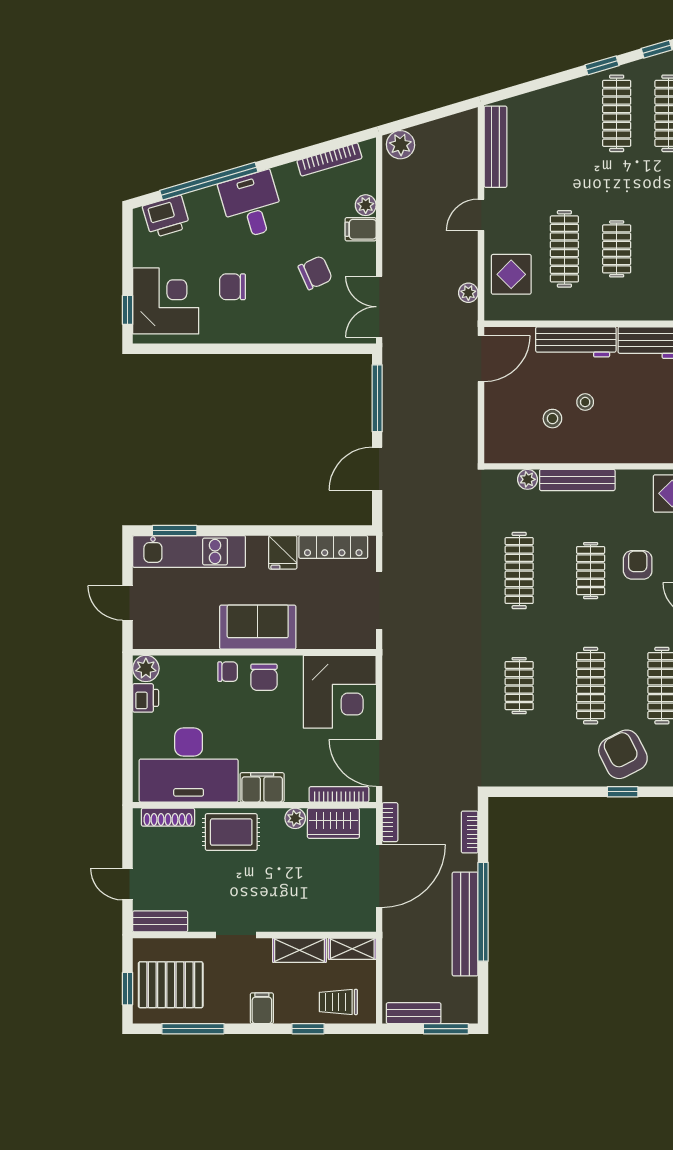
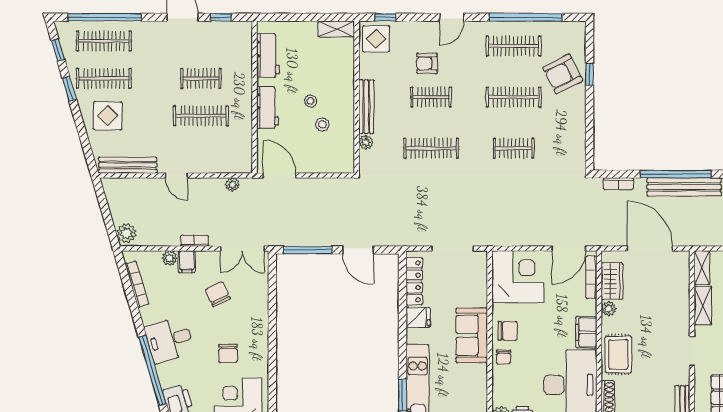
display table: (511, 274) -> (108, 116), moved
workbench: (576, 342) -> (267, 108), width x0.73
chair: (228, 672) -> (504, 357), turned 180
bookcase: (390, 822) -> (195, 241), moved

